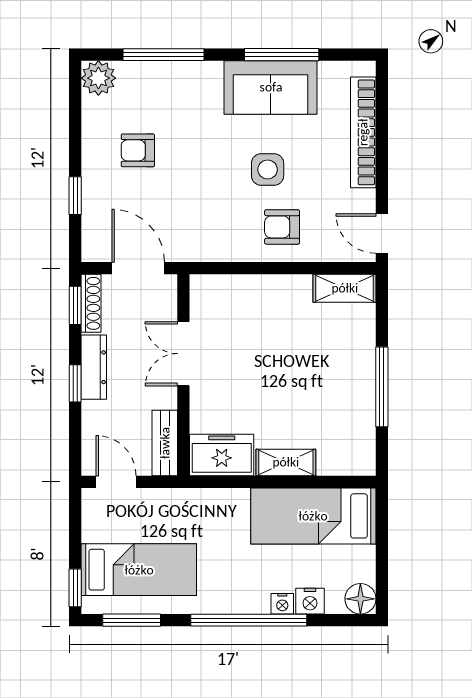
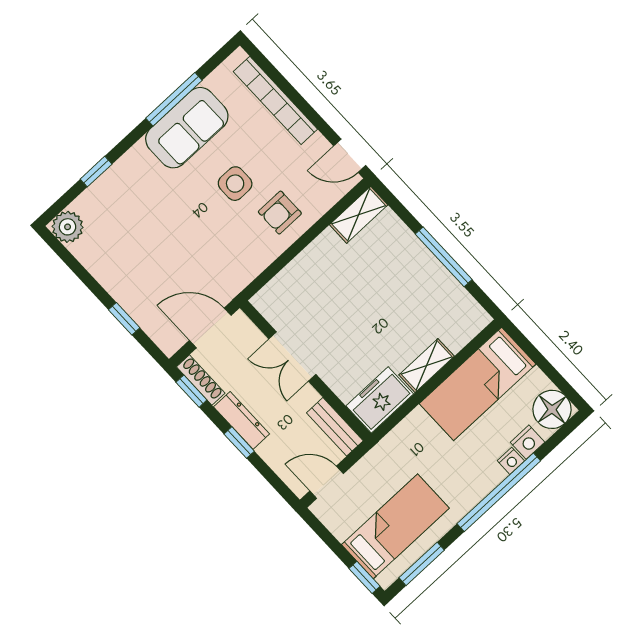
window: (164, 55) -> (96, 172), width x0.46
armchair: (138, 150) -> (138, 250), removed
floor lamp: (360, 599) -> (552, 409), width x1.38, depth x1.38

